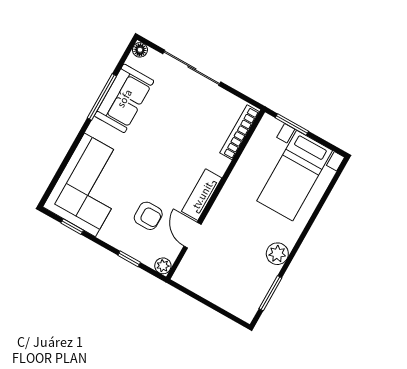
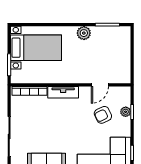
tv unit: (202, 195) -> (63, 92), moved
armchair: (148, 216) -> (103, 115), turned -116
plant: (163, 266) -> (126, 112), moved

